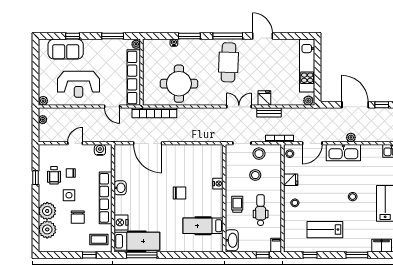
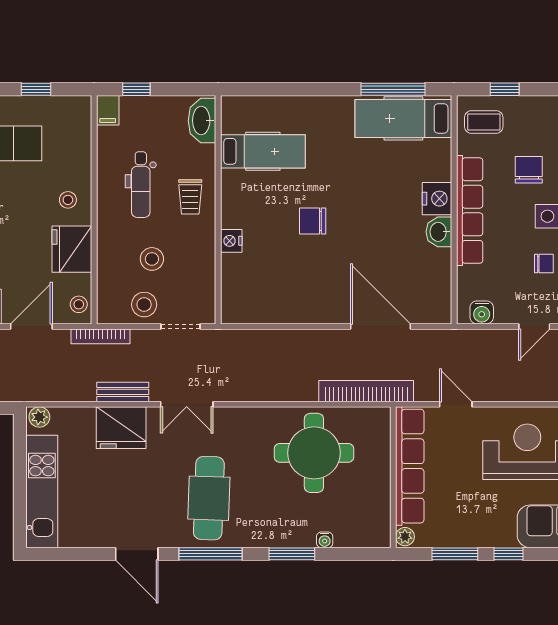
window: (73, 36) -> (509, 554), moved
fridge: (264, 98) -> (121, 428), width x1.88, depth x1.34
fridge: (291, 180) -> (72, 249), width x1.88, depth x1.34
nightstand: (121, 222) -> (437, 199), moved

